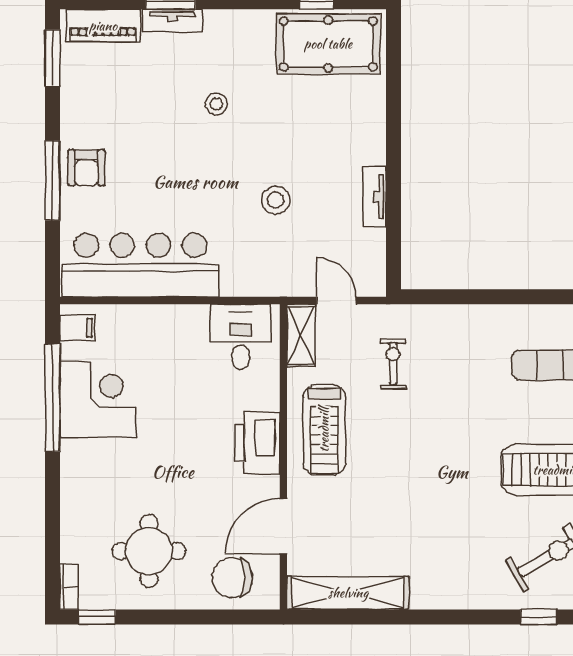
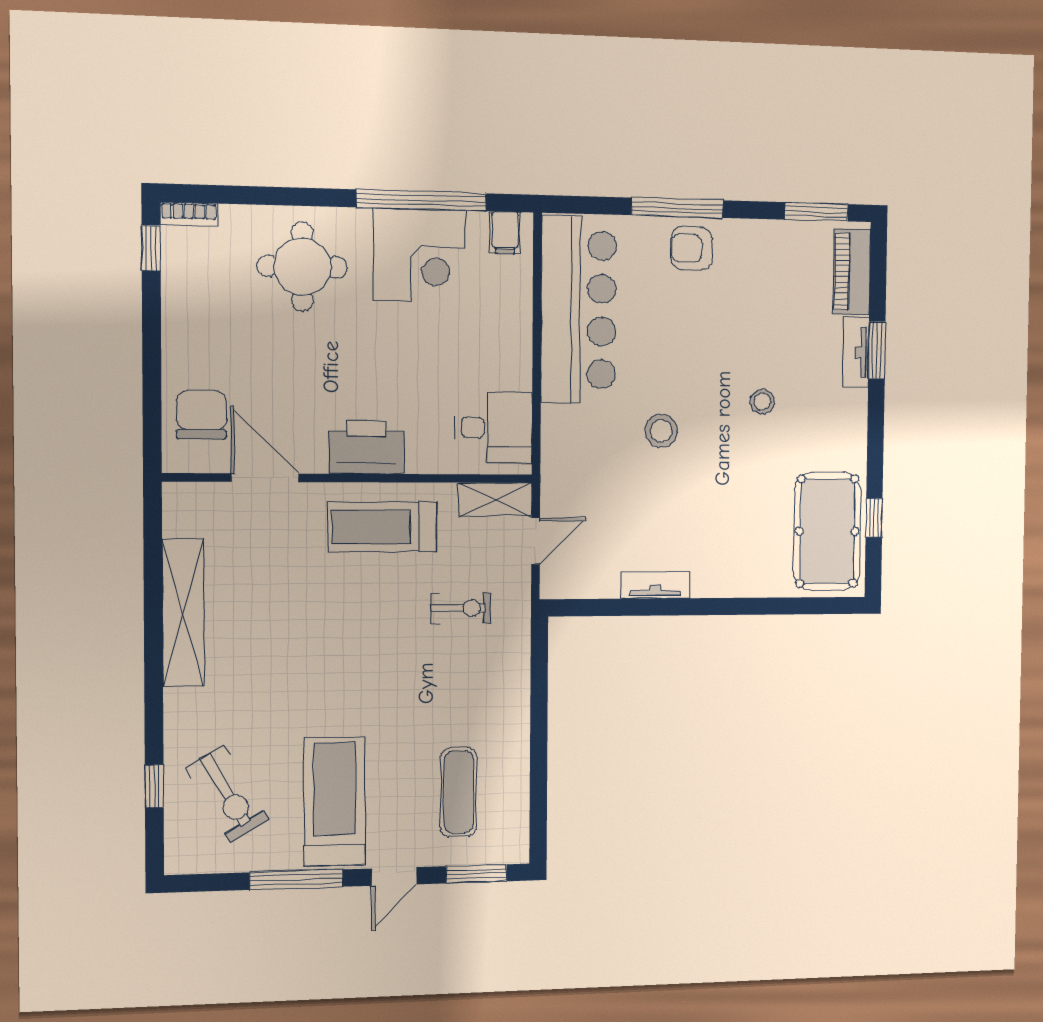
stool: (275, 200) -> (661, 431), moved
round table: (149, 551) -> (302, 267), moved
shelving: (348, 593) -> (183, 613), moved

